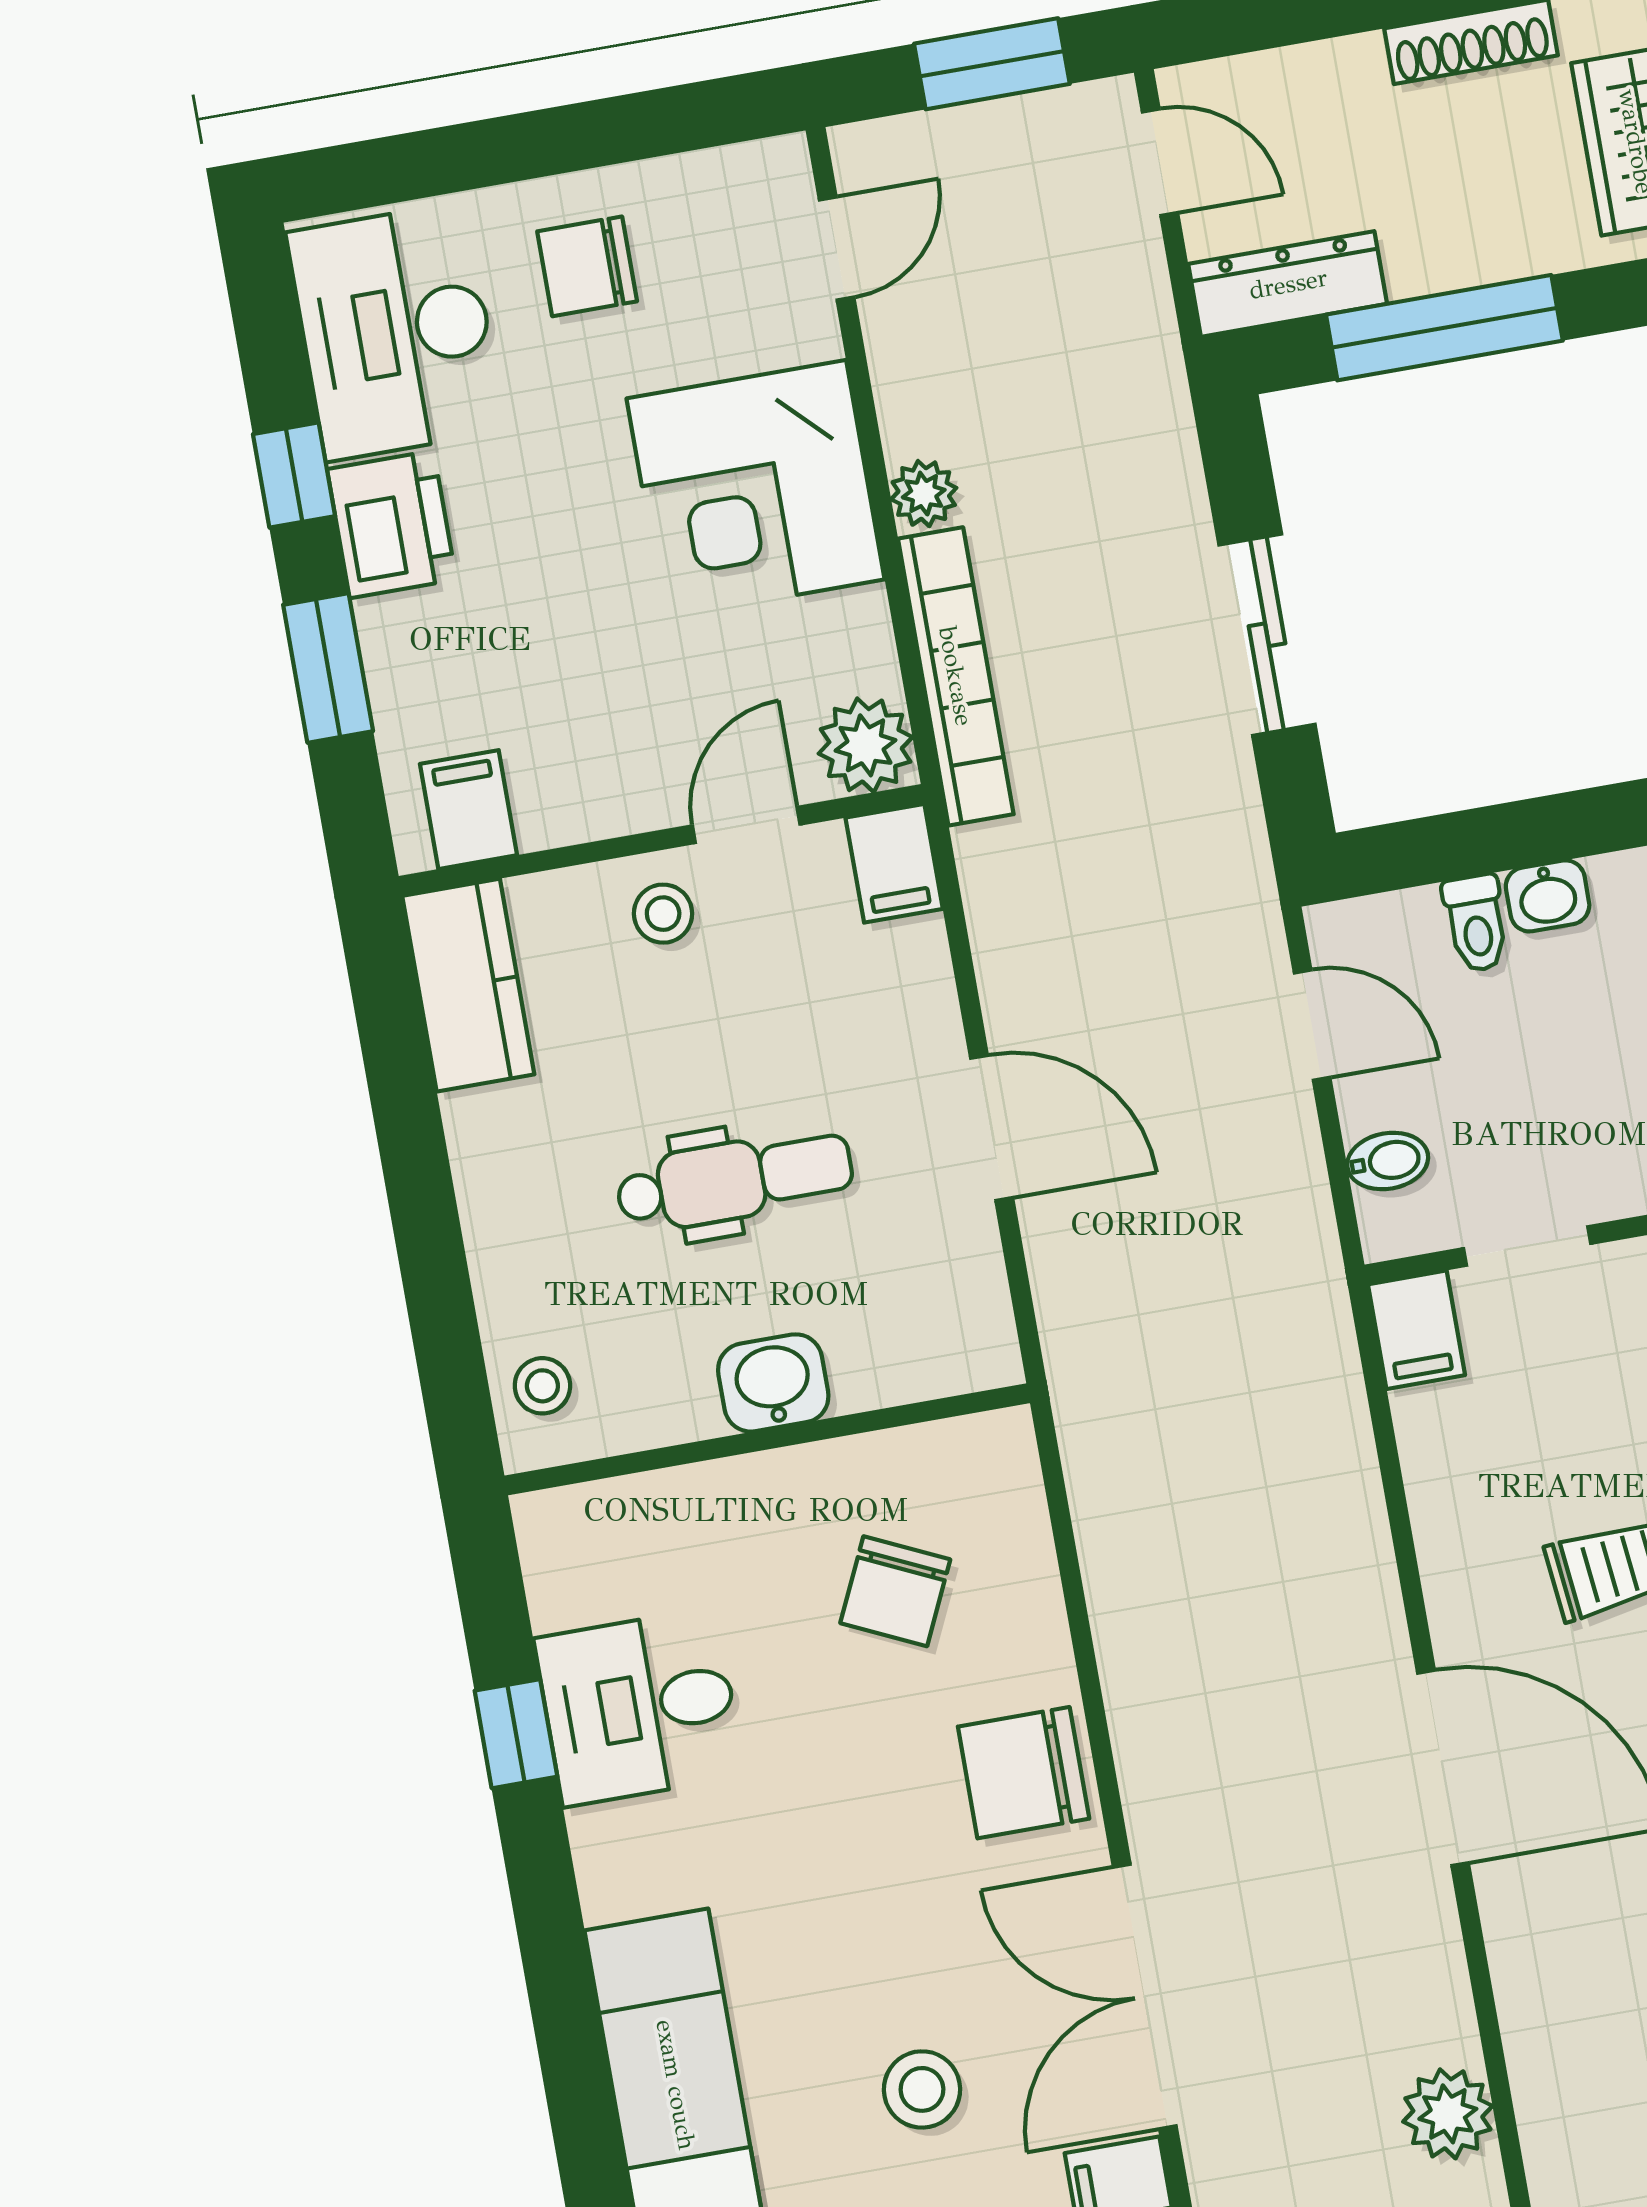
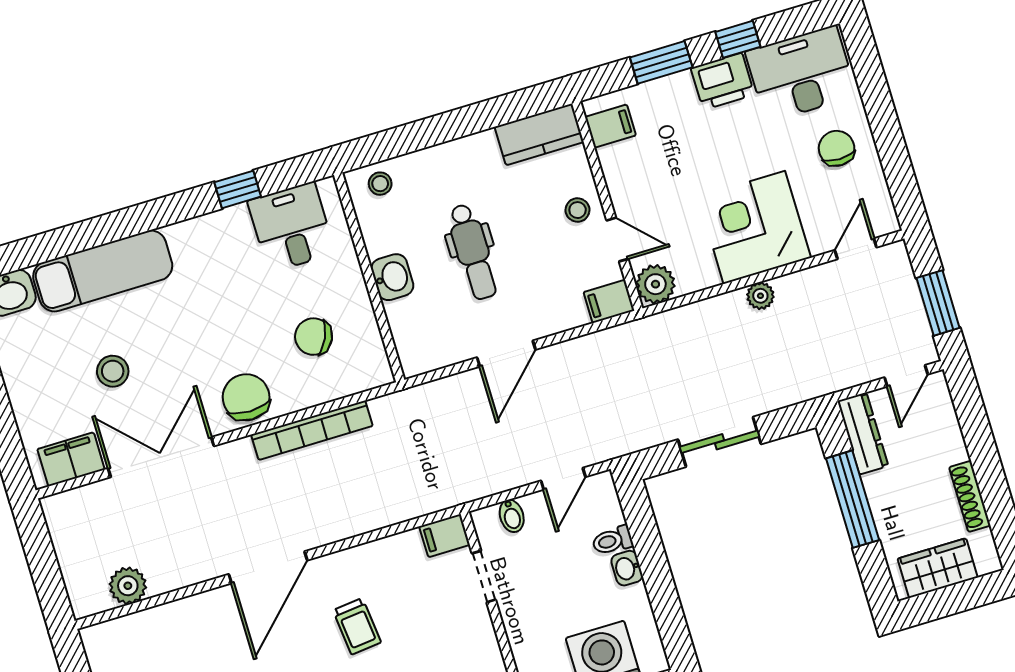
door: (837, 249) -> (856, 249), swing flipped
bookcase: (956, 676) -> (312, 430), moved
desk: (639, 1707) -> (291, 227), moved

